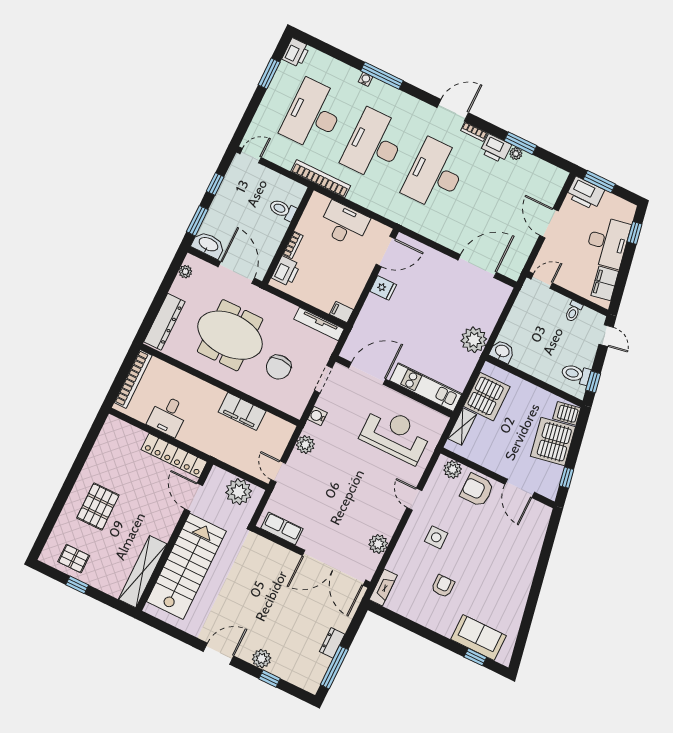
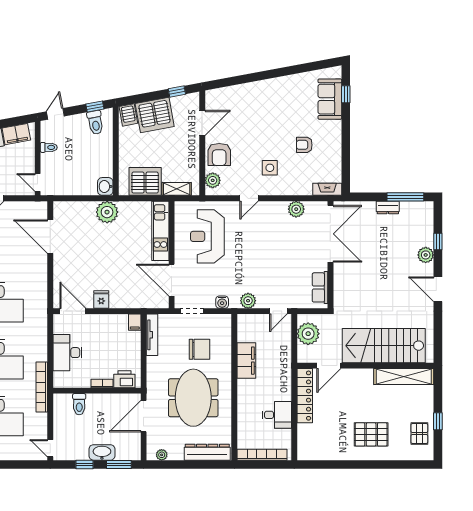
washbasin: (208, 245) -> (102, 452), moved, turned 90

